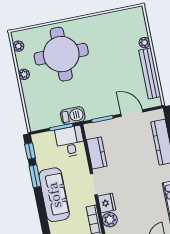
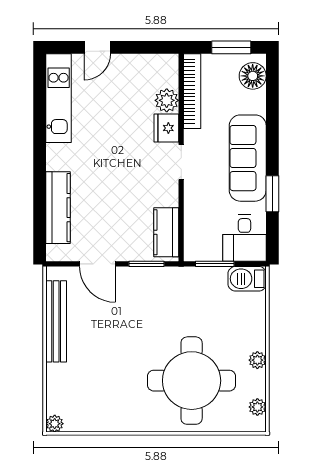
plant: (145, 43) -> (55, 424), moved
barbecue: (73, 116) -> (247, 279), moved
desk: (70, 141) -> (244, 238), moved
window: (30, 151) -> (272, 236), removed
kitchen counter: (97, 153) -> (166, 232), moved

